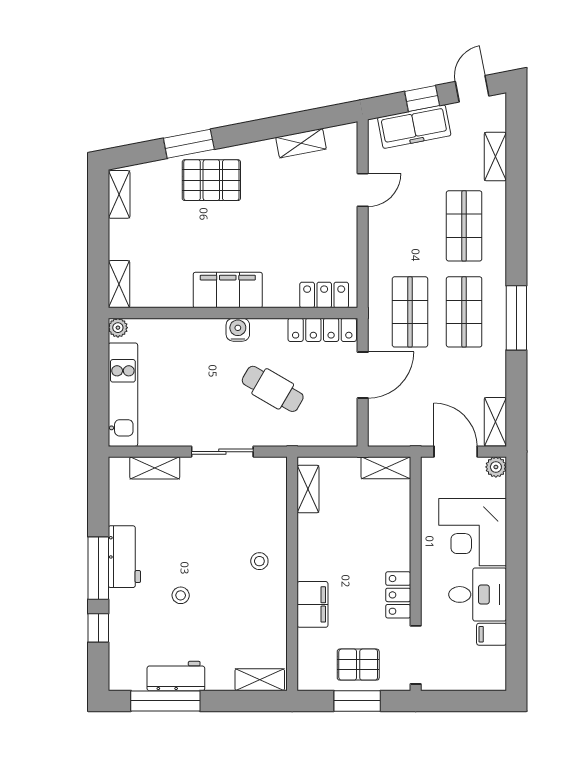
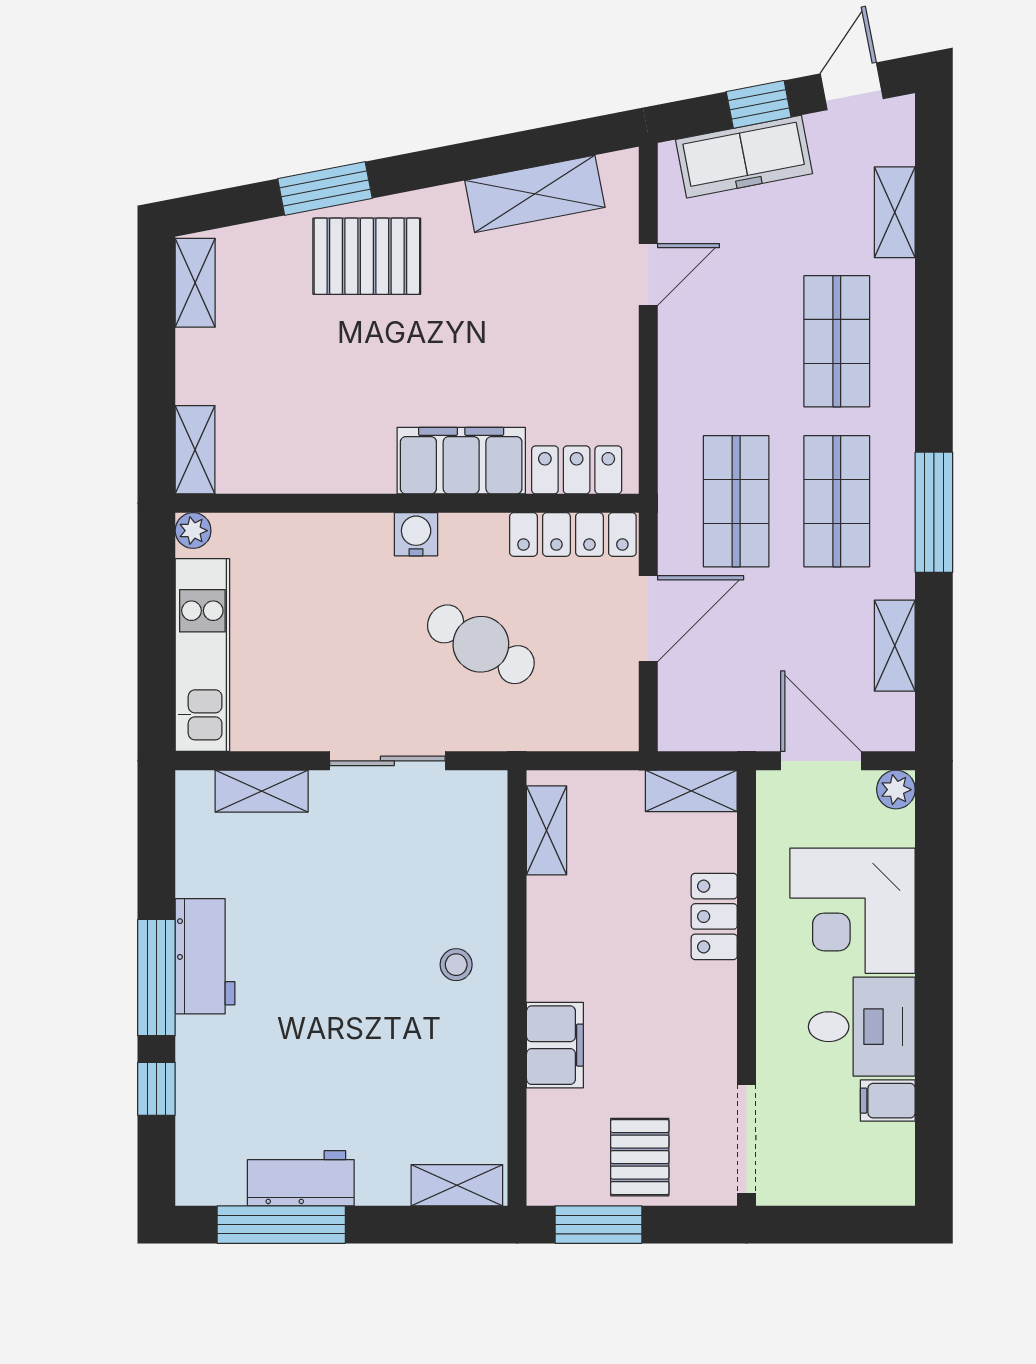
shelving: (301, 143) -> (535, 194), width x1.50, depth x1.33
filing cabinet: (228, 290) -> (461, 461), moved
shelving: (495, 422) -> (895, 646), moved
stool: (181, 595) -> (310, 1028), removed
locker: (398, 595) -> (714, 916), moved
pallet: (358, 665) -> (640, 1157), turned 90
window: (357, 701) -> (598, 1225), moved

